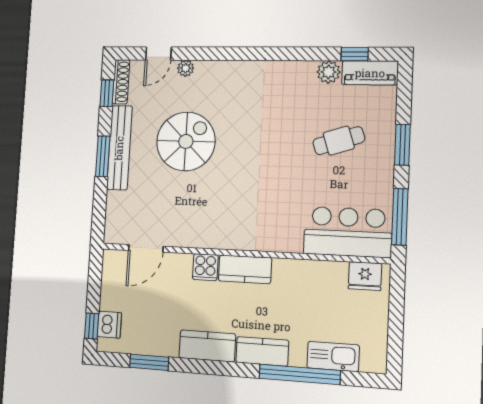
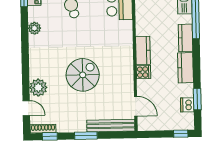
plant: (186, 68) -> (38, 88), width x1.88, depth x1.88
plant: (329, 72) -> (34, 28), moved
spiral stairs: (186, 141) -> (83, 75), moved, turned 90
bench: (119, 148) -> (111, 126), moved
dishwasher: (109, 325) -> (187, 105), moved, turned -90

